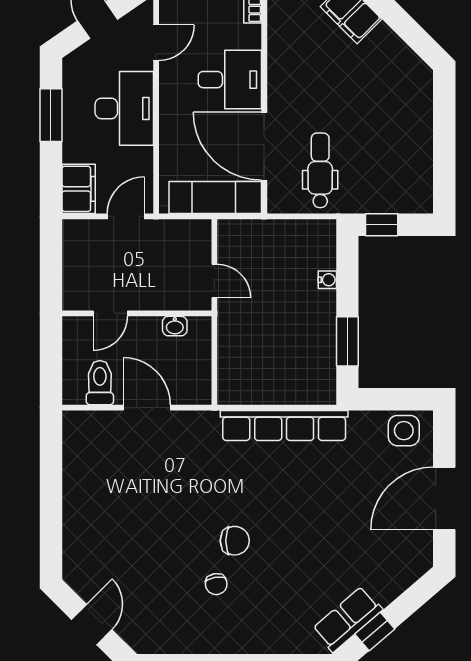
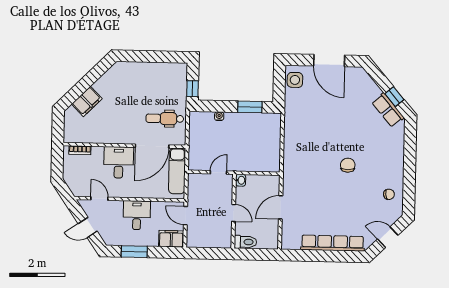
desk: (124, 108) -> (137, 215), width x0.73
door: (110, 313) -> (234, 213), moved
washbasin: (175, 326) -> (241, 180), moved
toilet: (100, 383) -> (245, 242), moved, turned 180
row of seats: (284, 426) -> (333, 243), moved, turned -90
chair: (216, 584) -> (389, 194), moved

